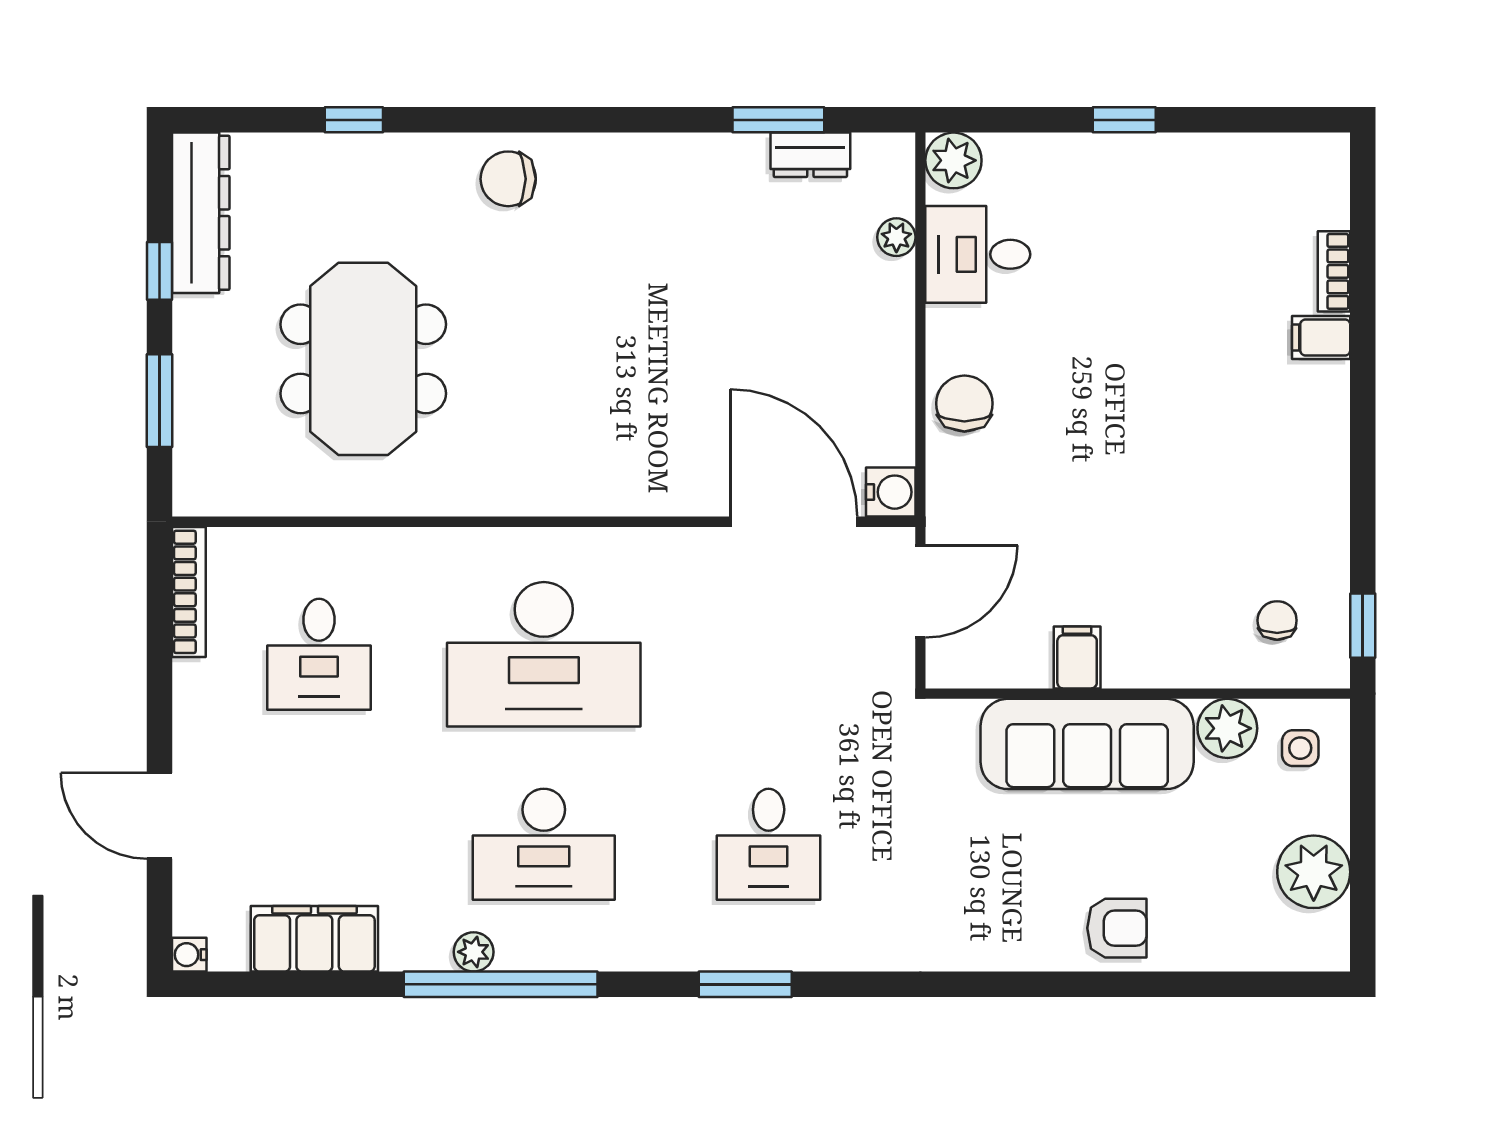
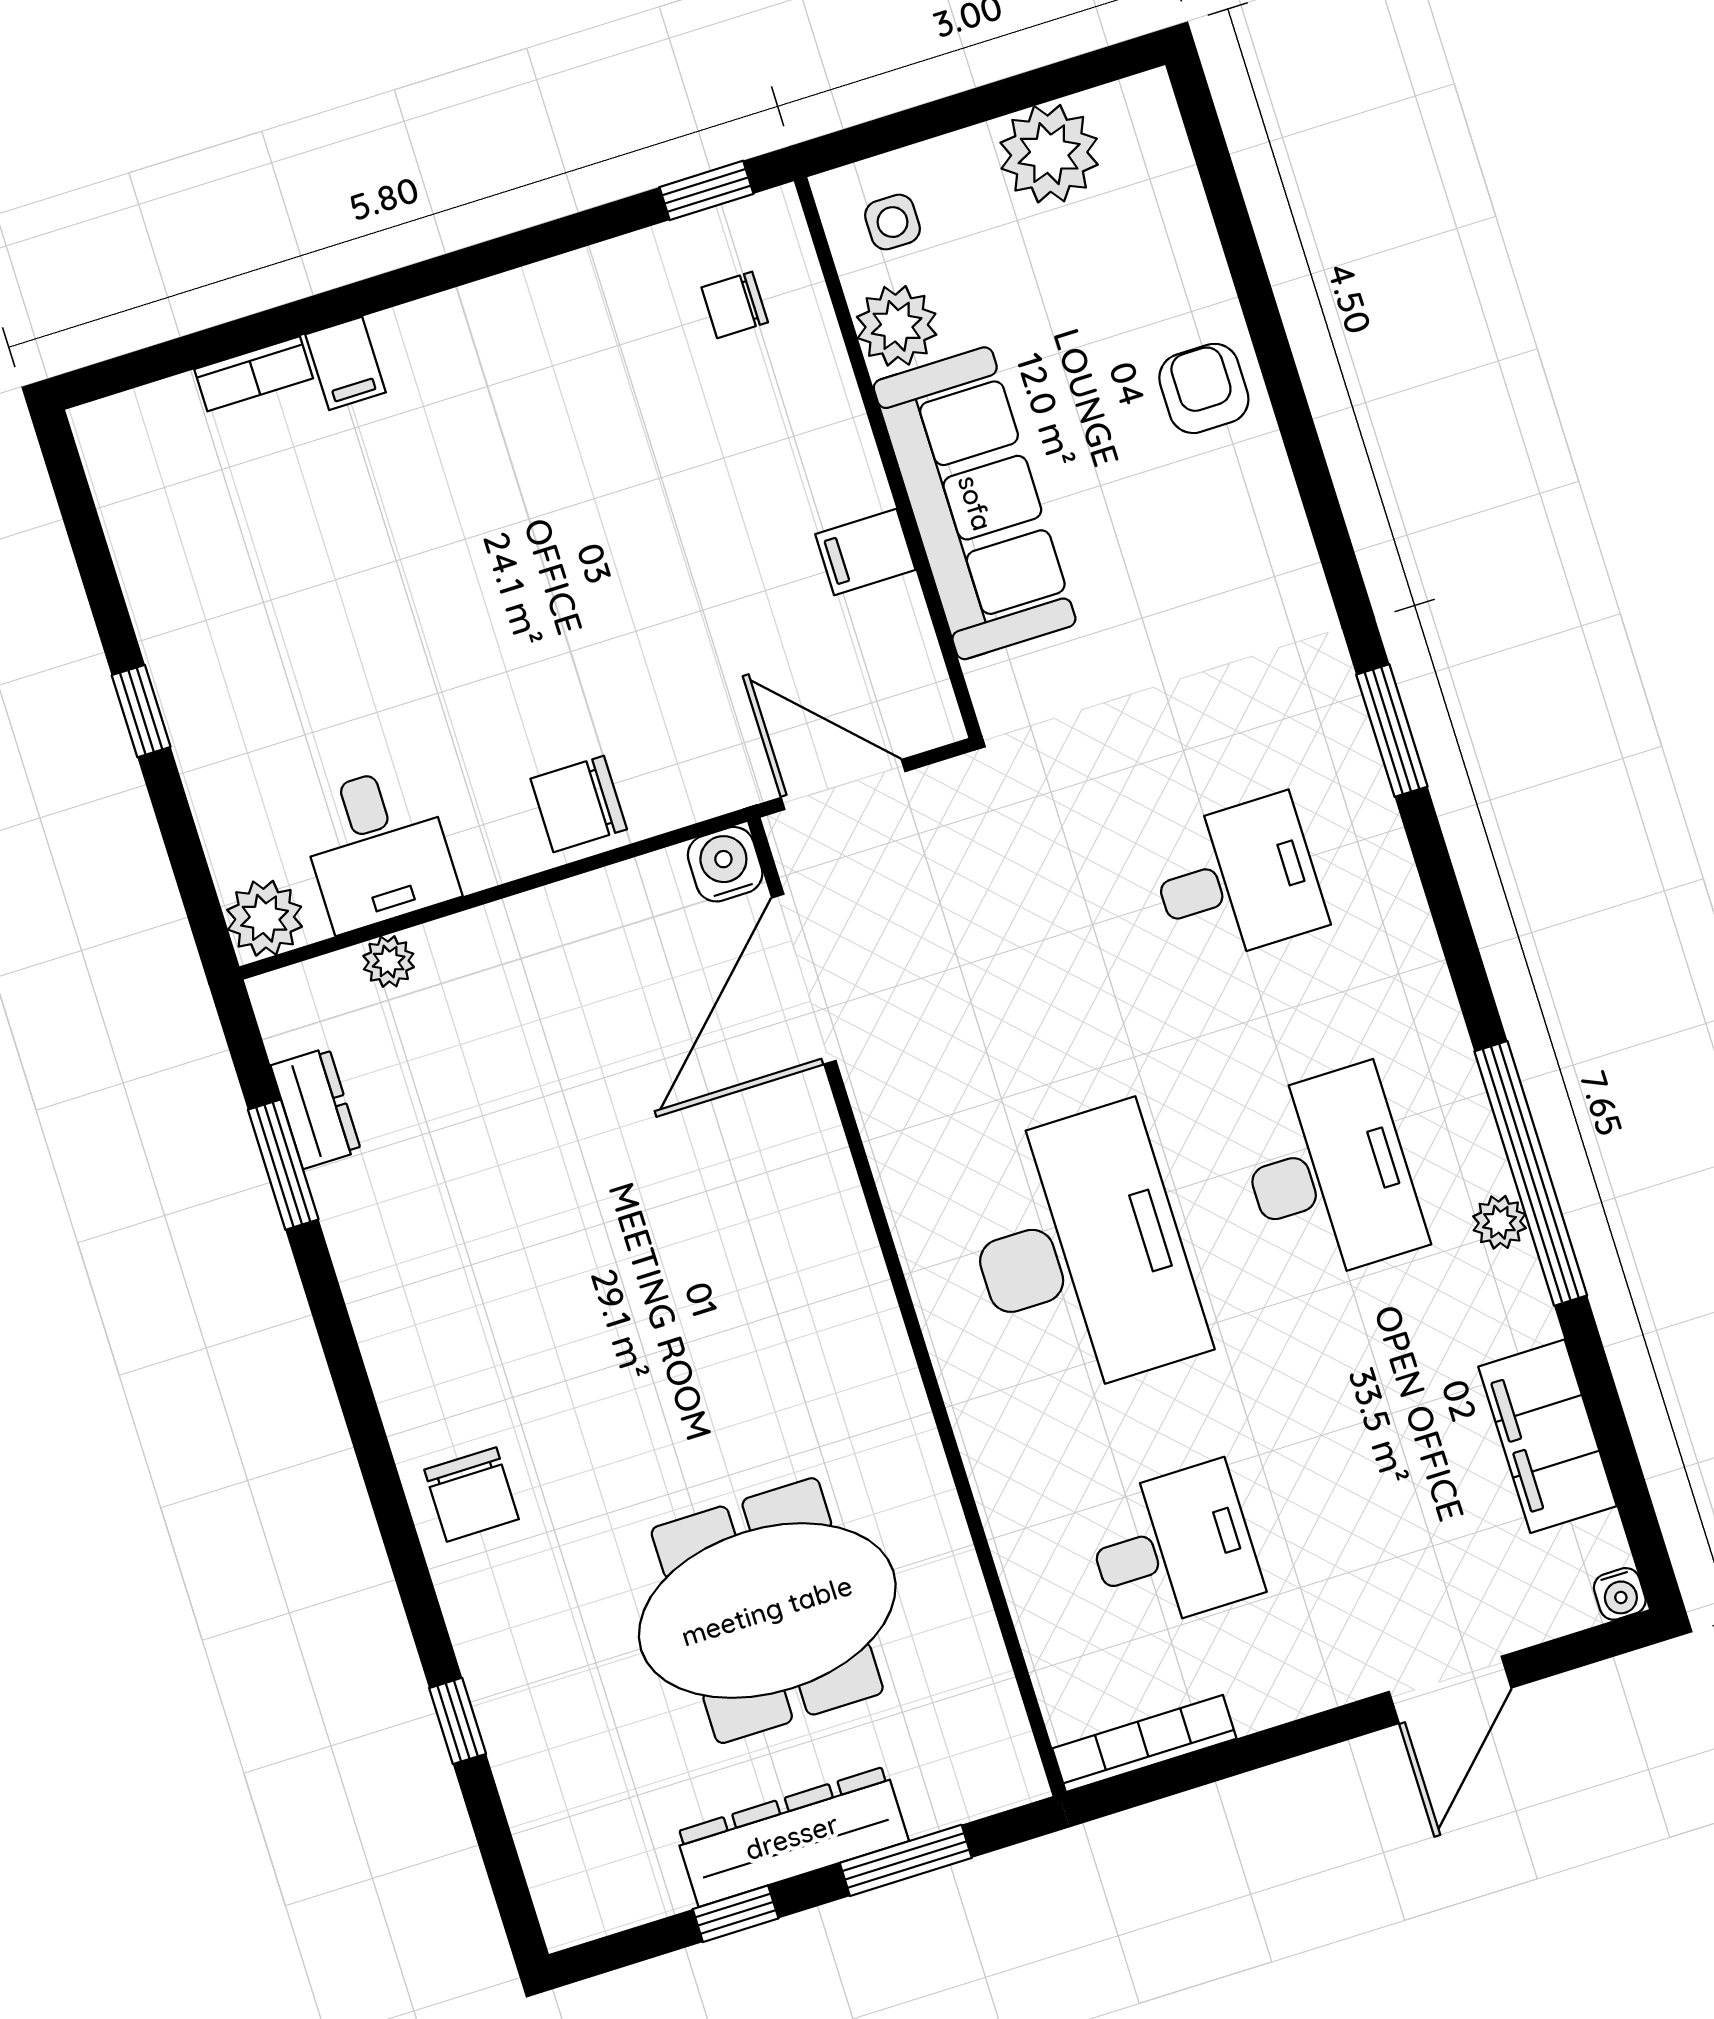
dresser: (201, 213) -> (792, 1837), moved
window: (745, 984) -> (1392, 731), moved

